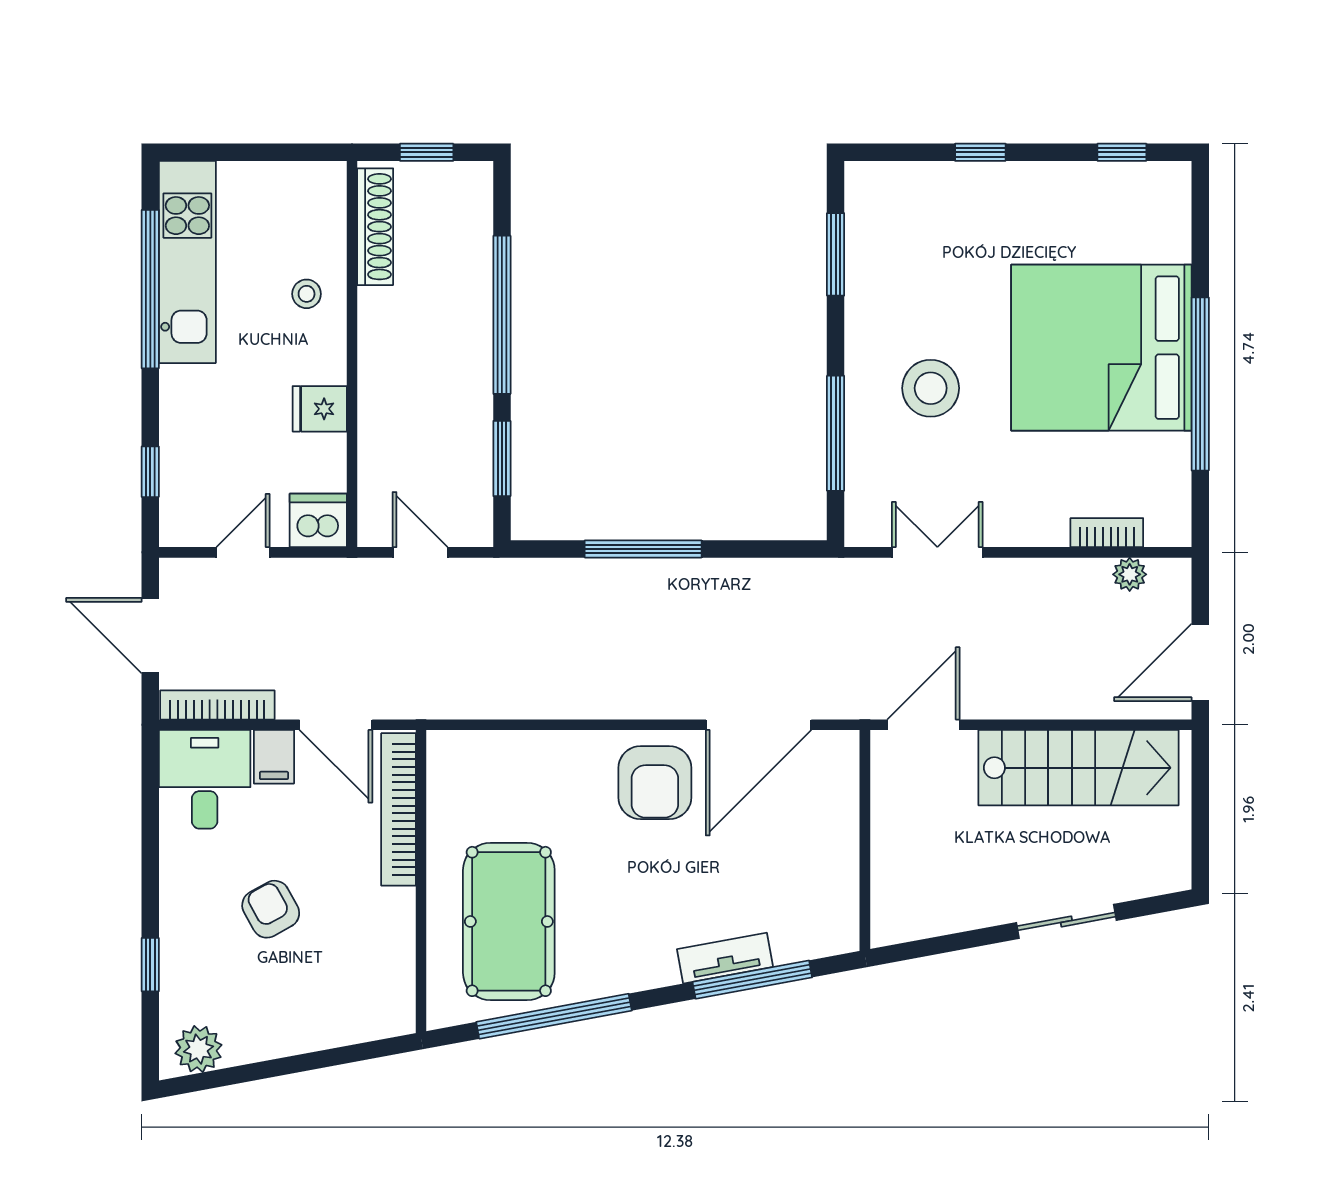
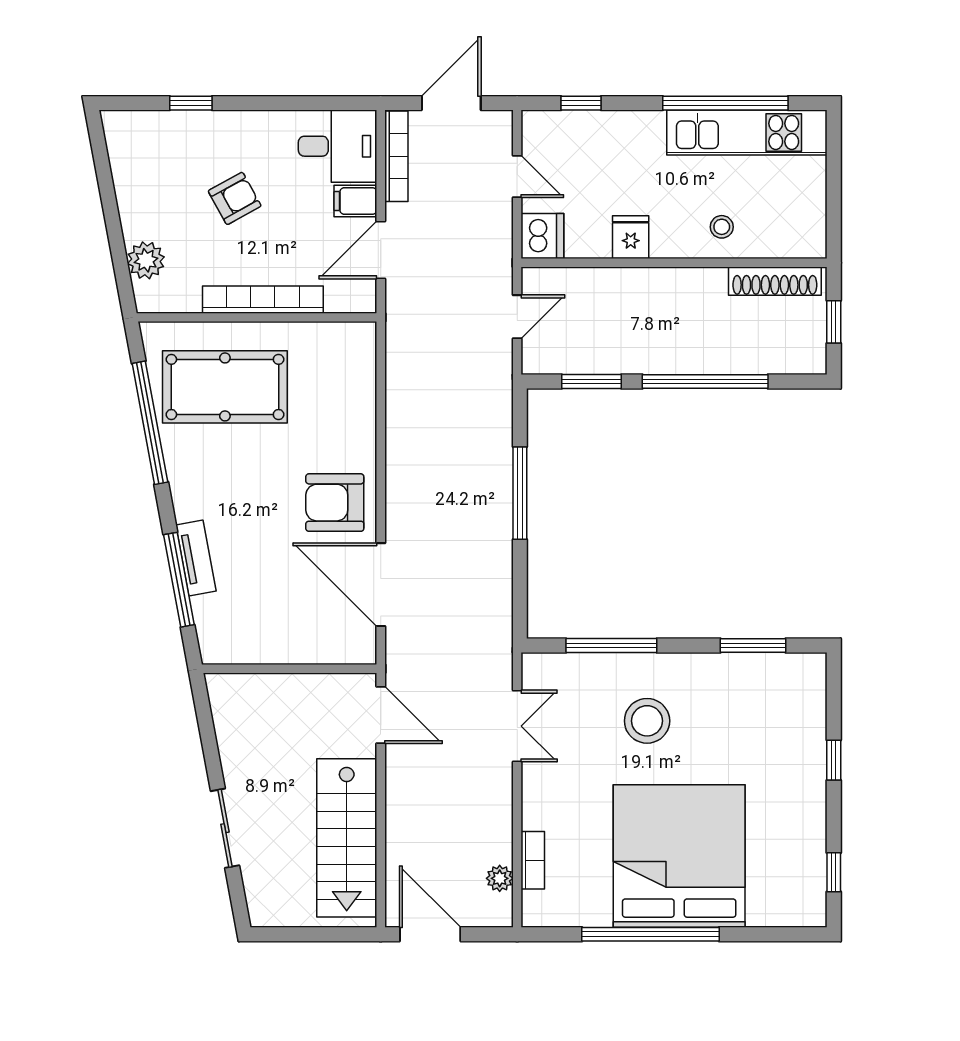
bookcase: (398, 809) -> (263, 300), moved
plant: (198, 1049) -> (146, 260), moved

